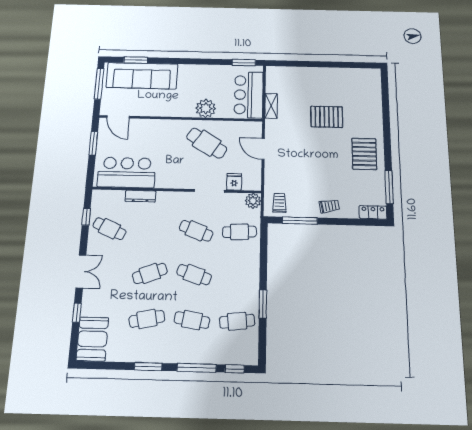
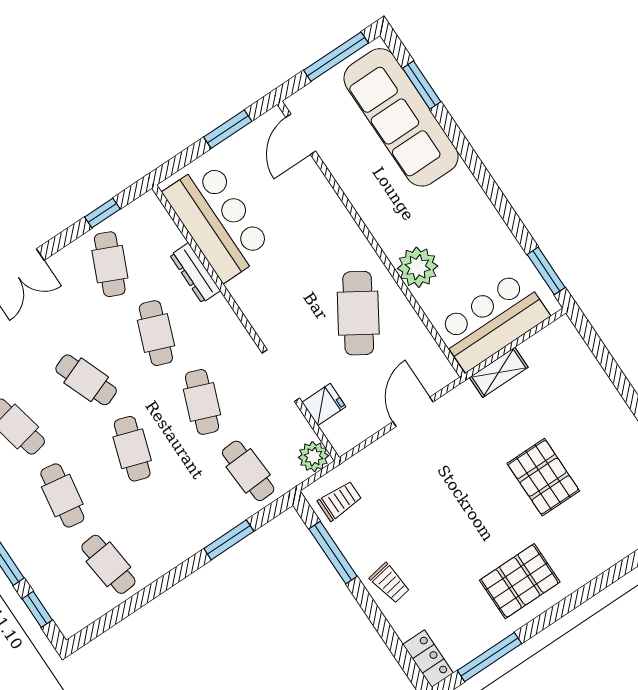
cafe table: (153, 230) -> (156, 333), added
window: (263, 304) -> (229, 540), moved

